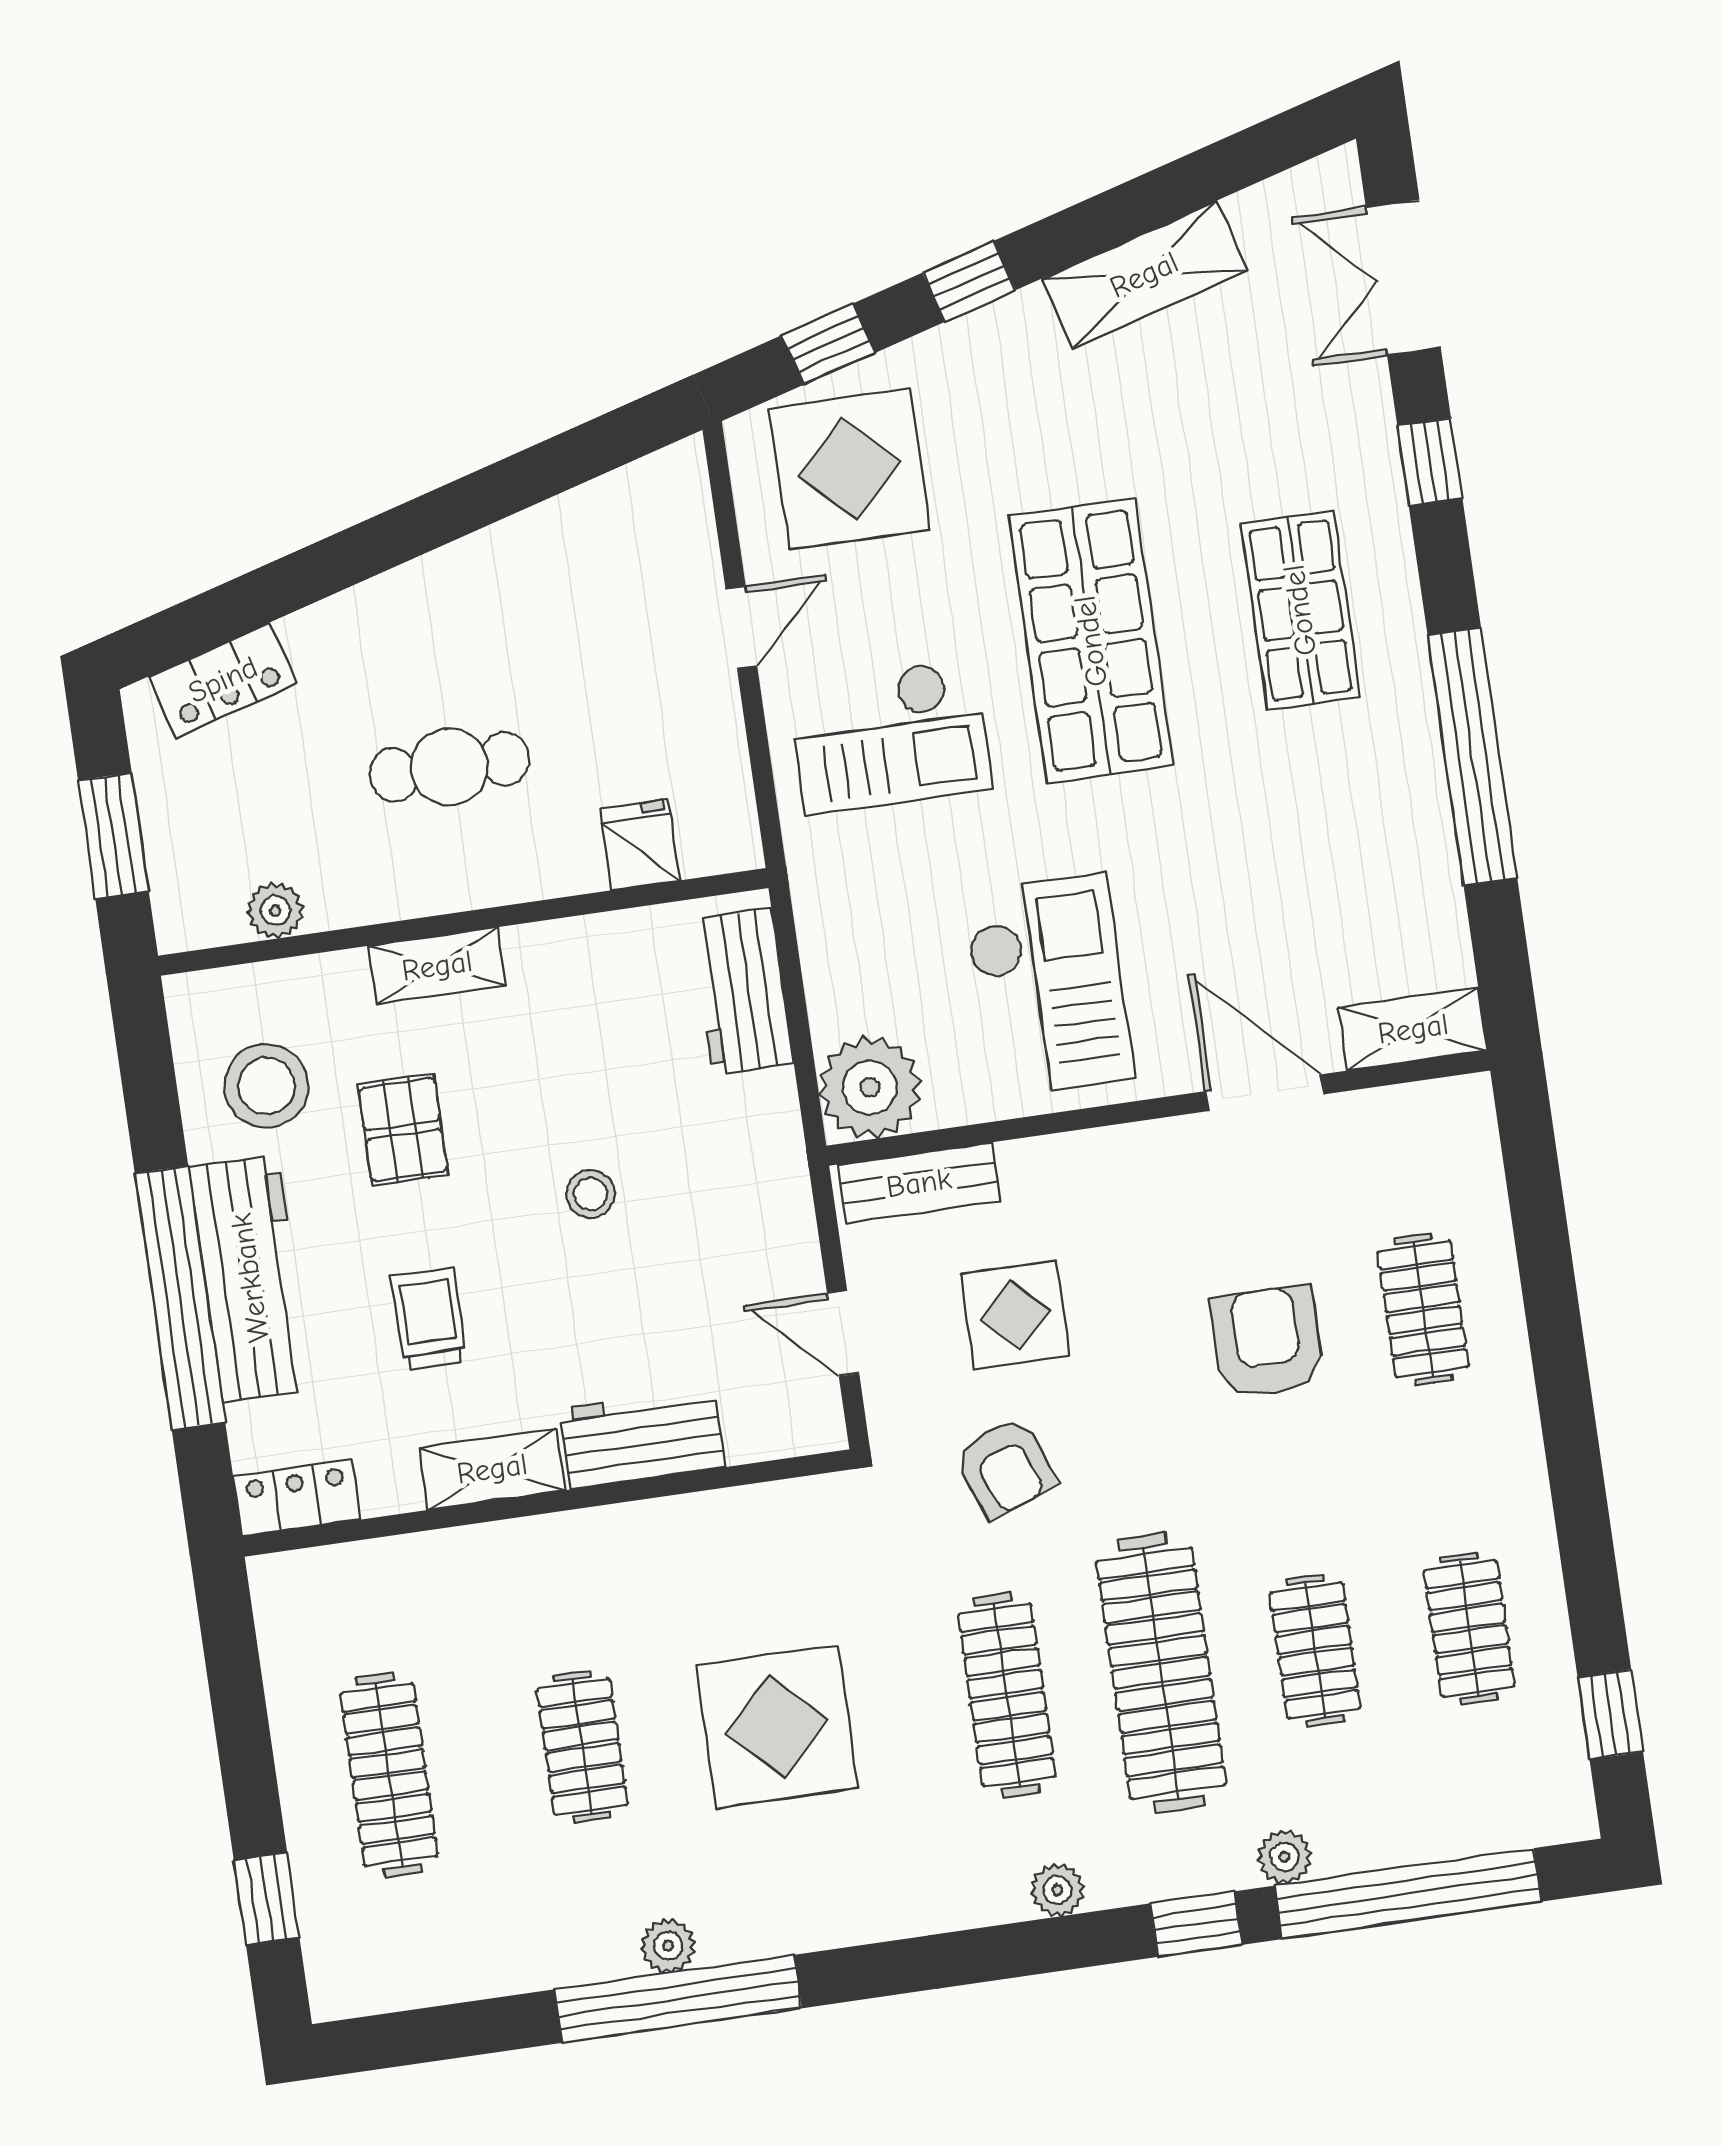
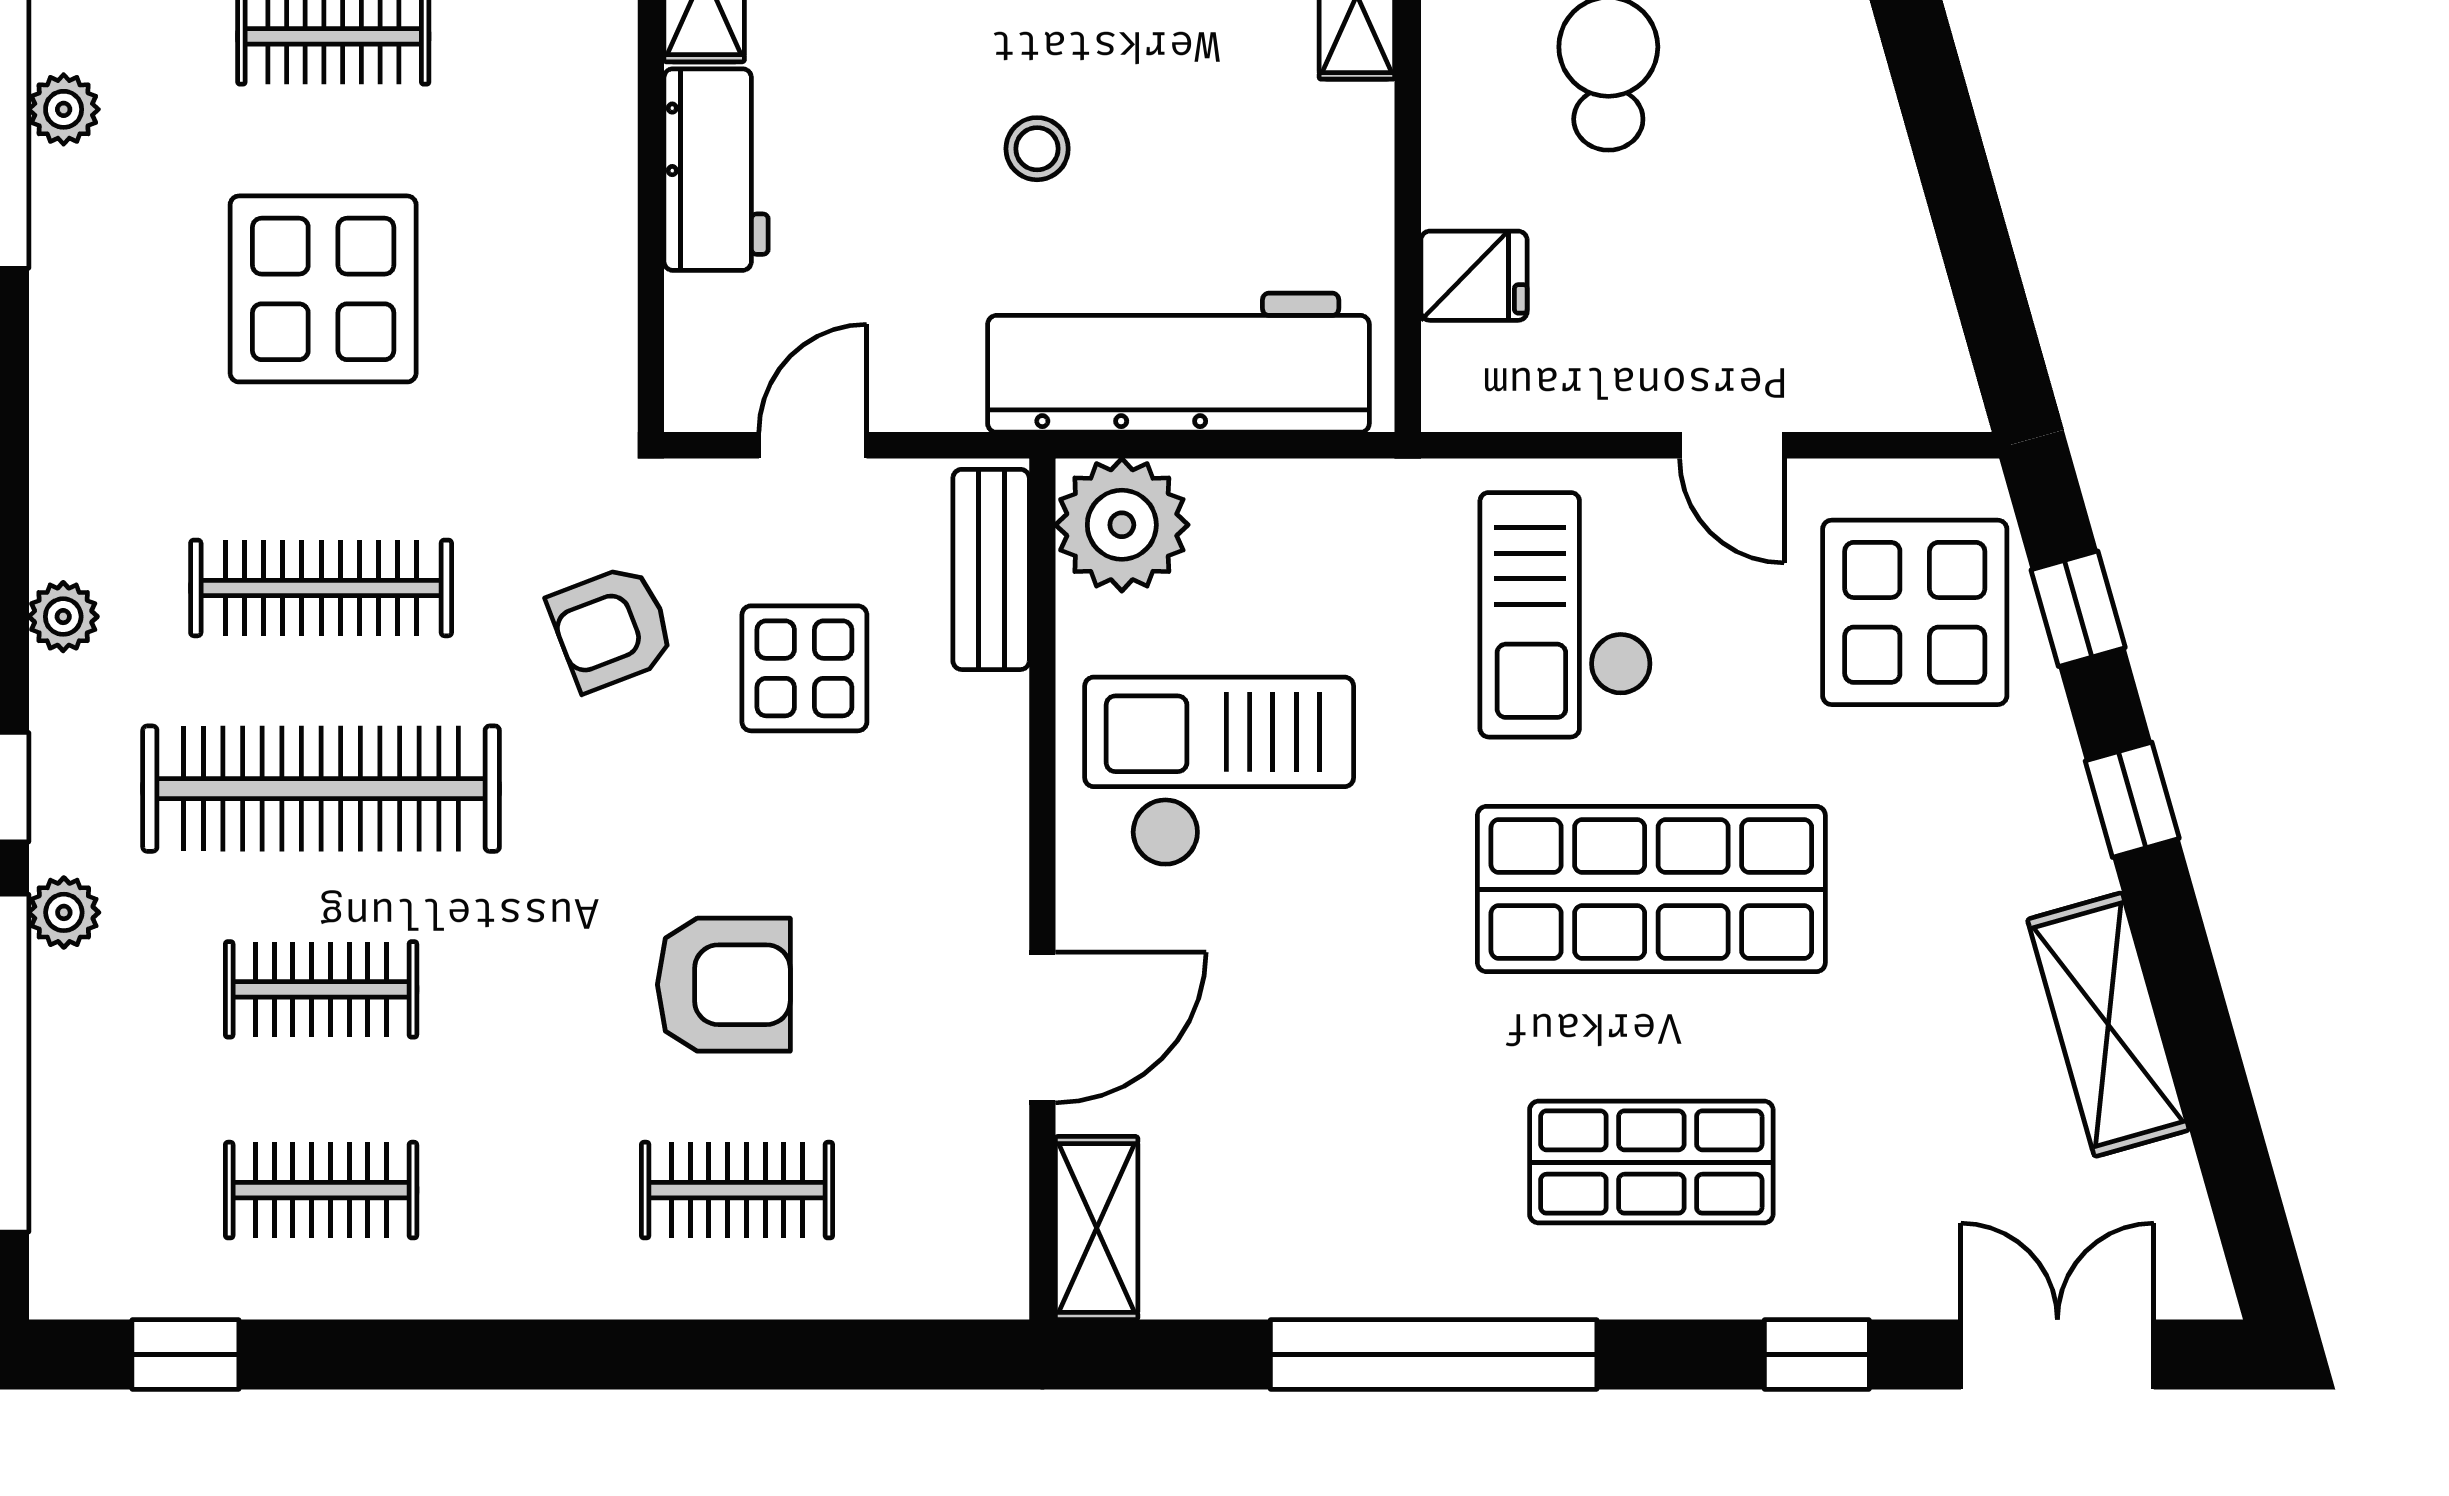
checkout: (1049, 985) -> (1219, 772), turned 180
workbench: (742, 992) -> (1178, 363), width x1.88, depth x1.32

